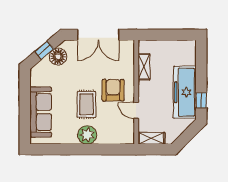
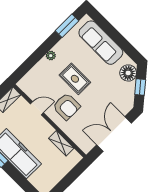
floor lamp: (58, 57) -> (128, 73), moved
plant: (87, 135) -> (51, 56), width x0.53, depth x0.53
window: (53, 149) -> (67, 26), added

